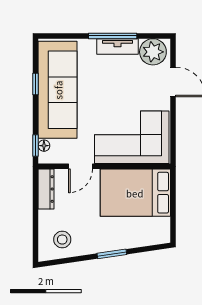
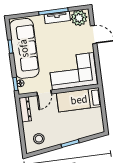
bed: (135, 193) -> (79, 100), width x0.67

